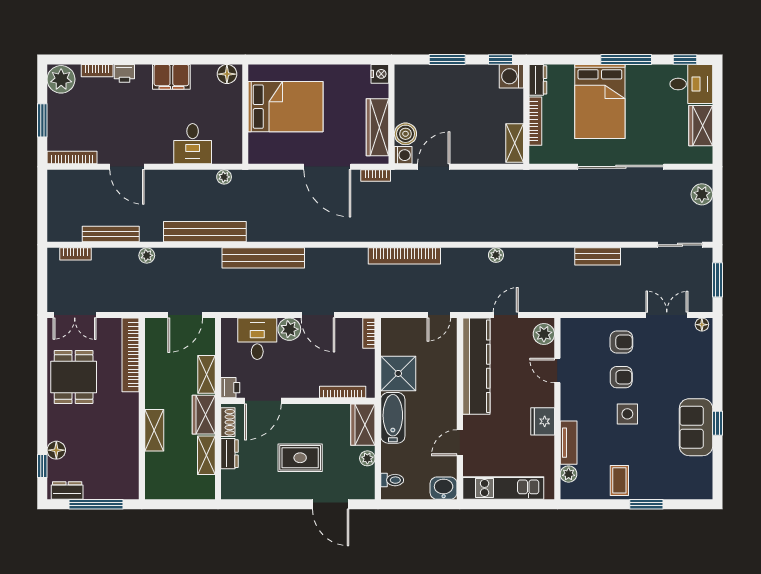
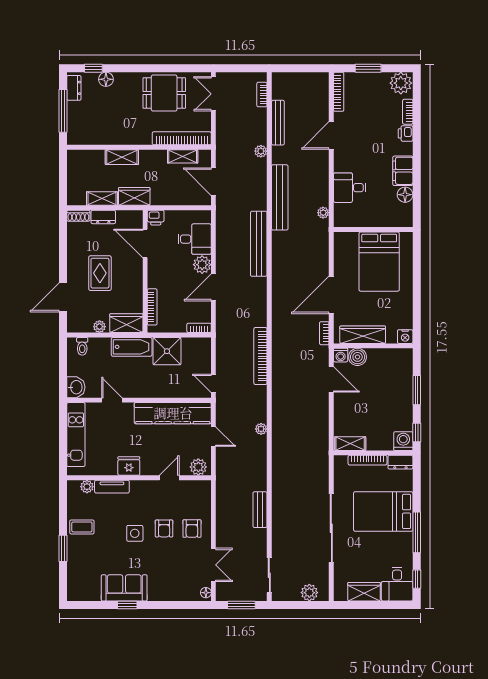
floor lamp: (227, 74) -> (405, 195), moved
shelving: (206, 374) -> (183, 156), moved
shoe rack: (228, 422) -> (78, 216), moved

